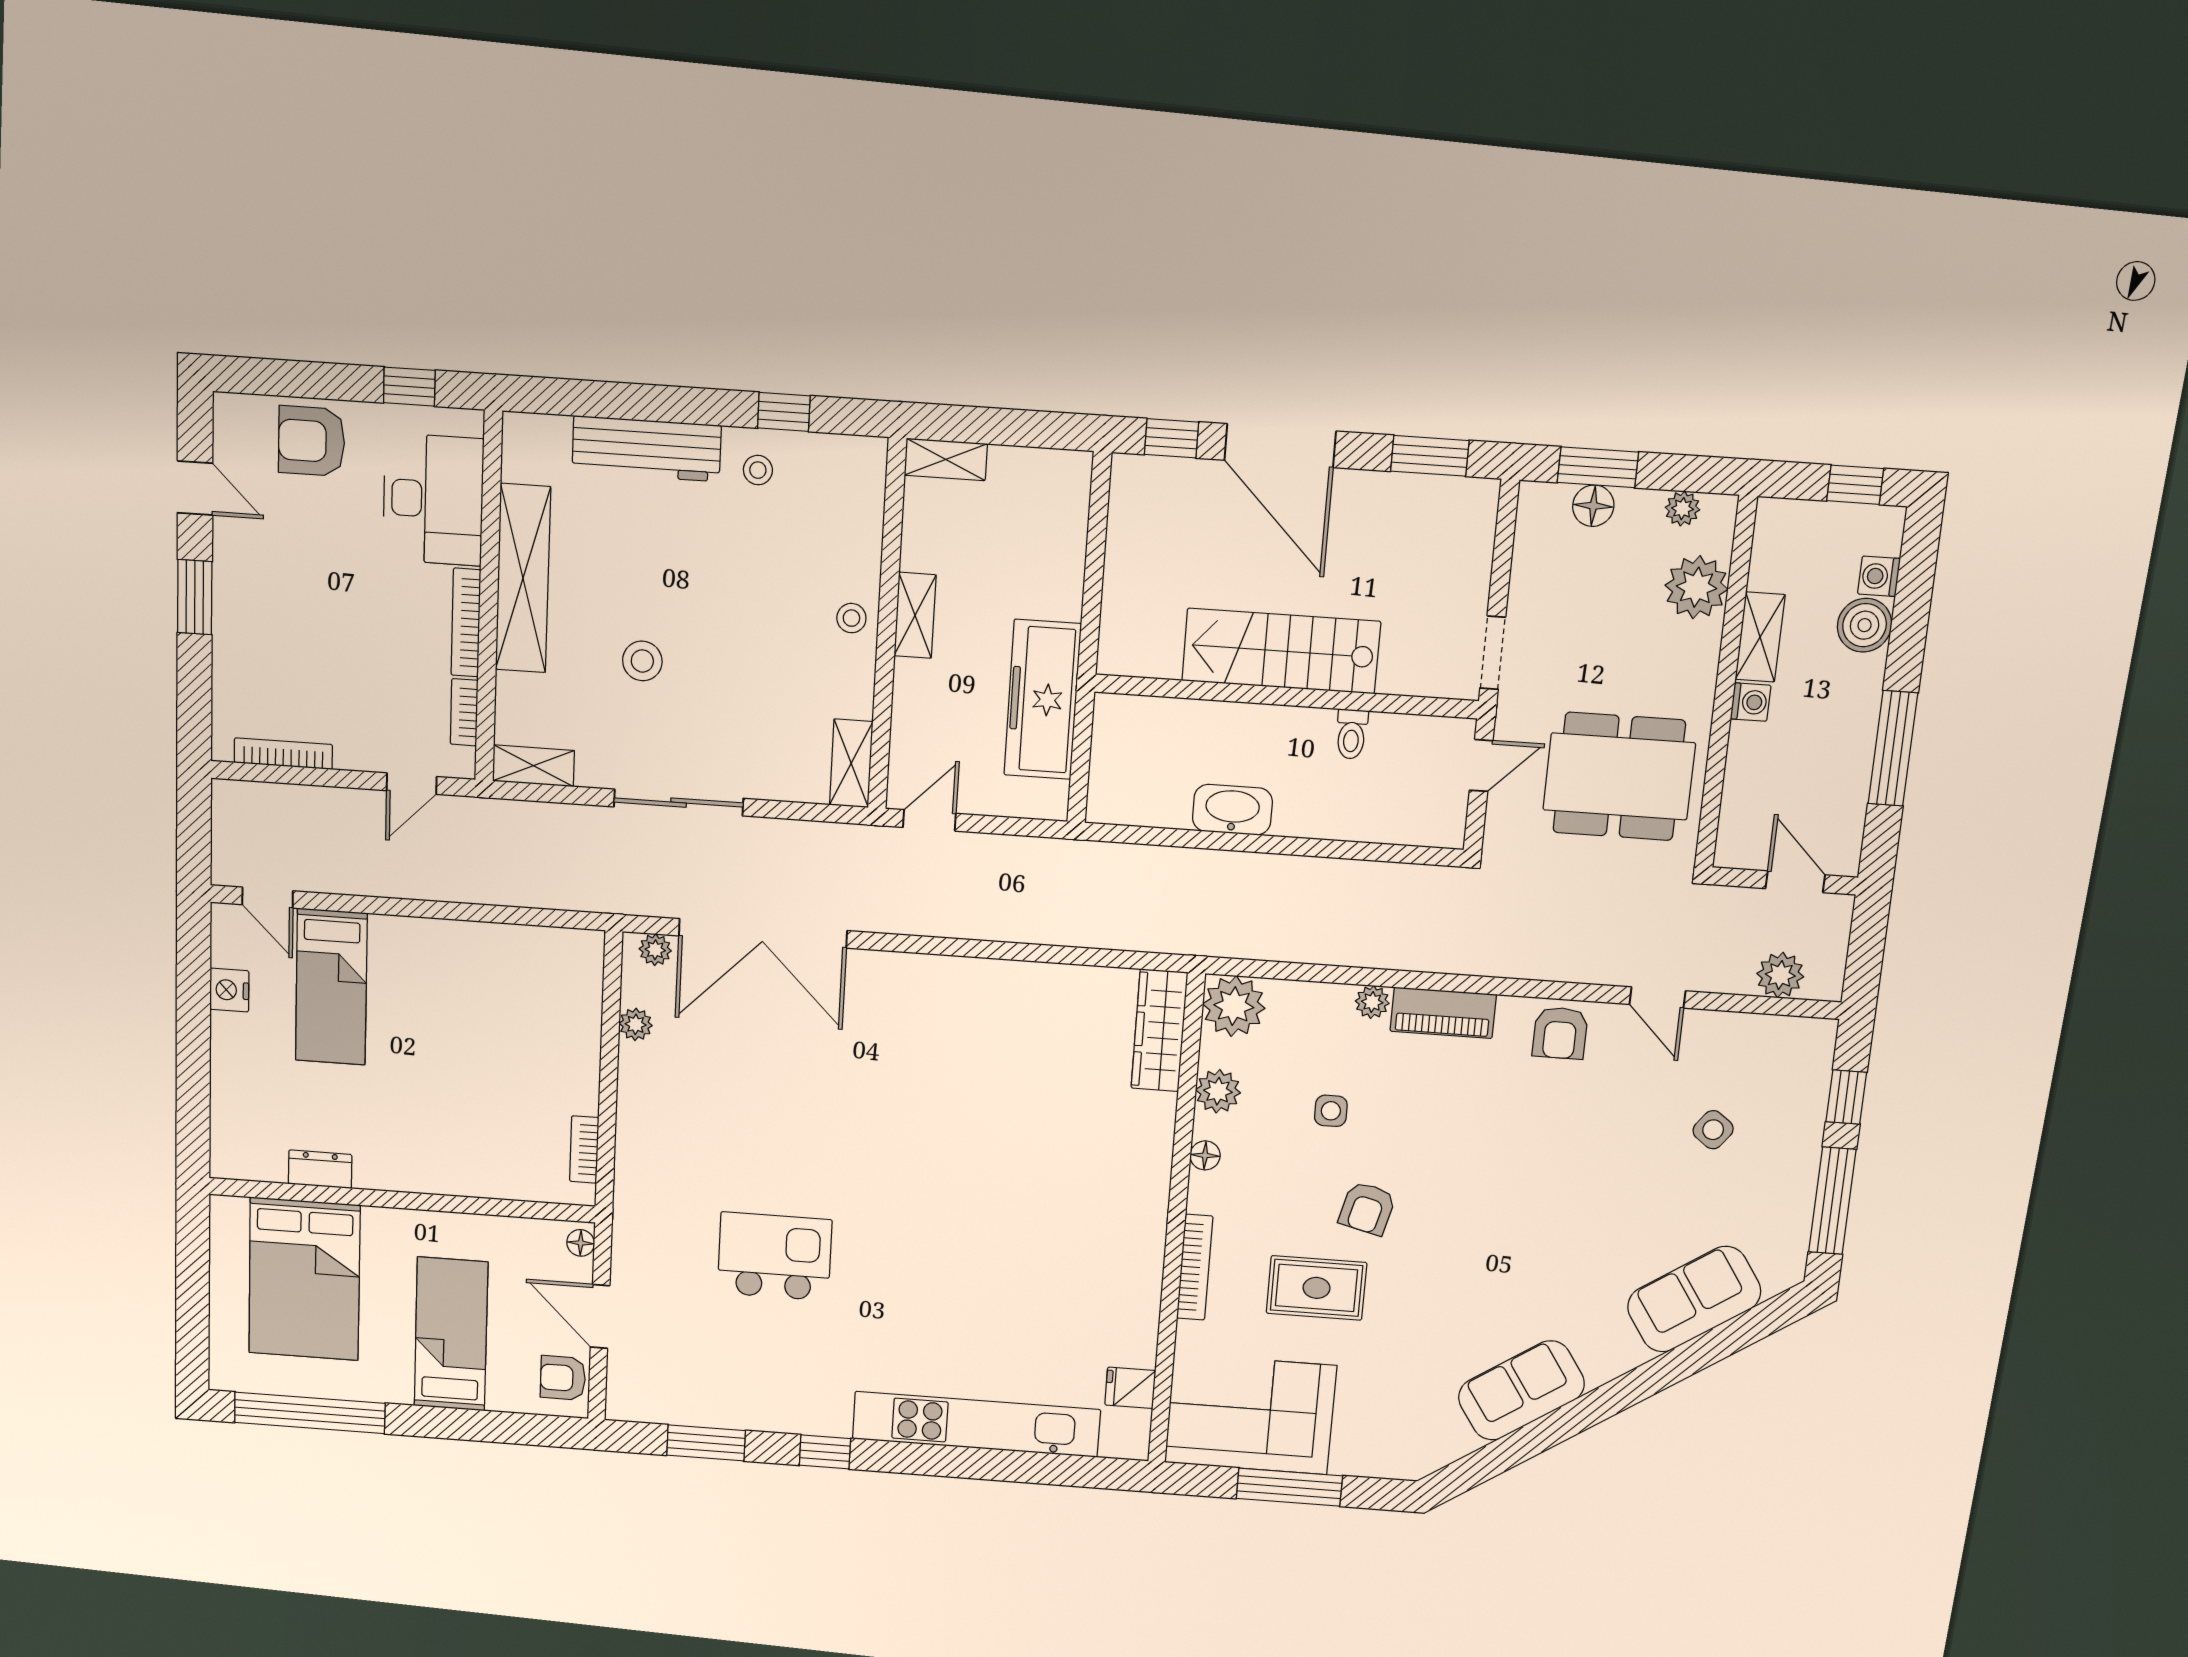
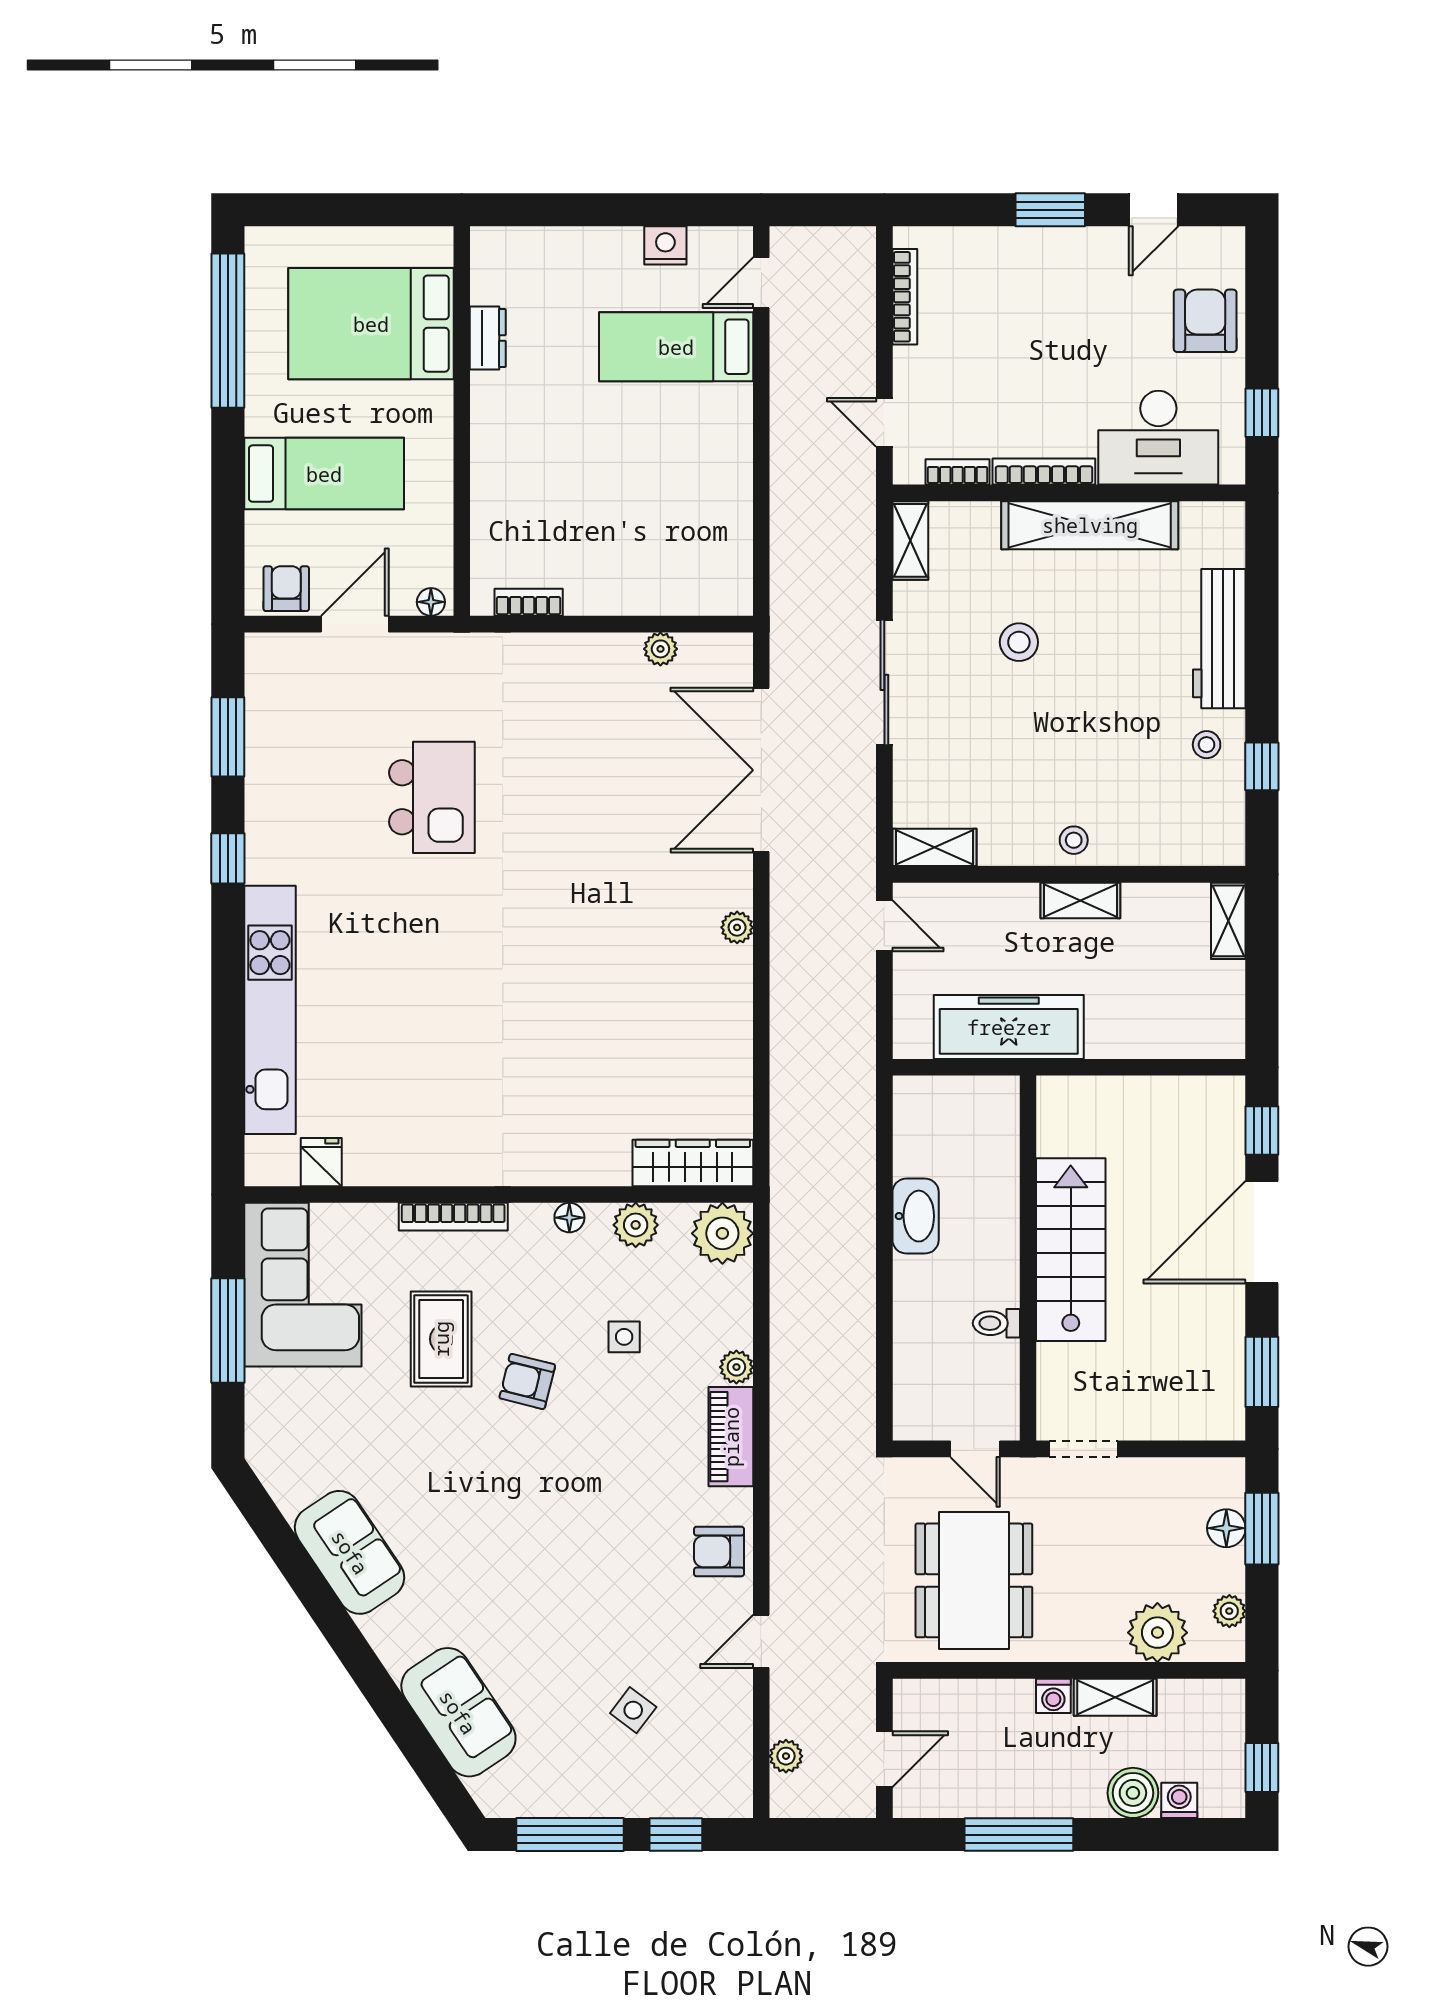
plant: (655, 950) -> (737, 927), moved
plant: (1780, 975) -> (786, 1756), width x0.73, depth x0.73

